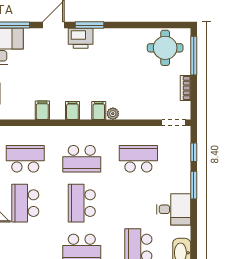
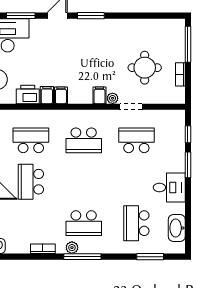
printer: (81, 38) -> (28, 94), moved, turned 180
round table: (165, 48) -> (145, 68), moved
filing cabinet: (72, 110) -> (61, 95), moved
doorway: (174, 123) -> (131, 107), moved
school desk: (82, 203) -> (84, 182), removed

